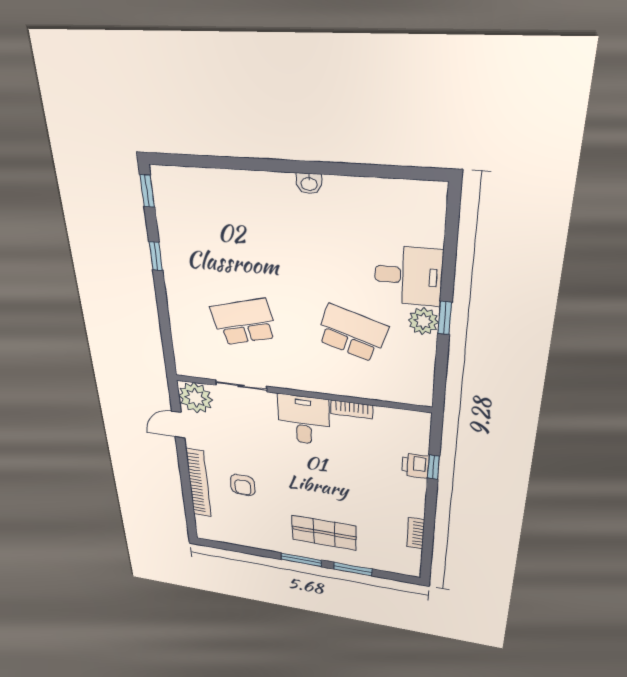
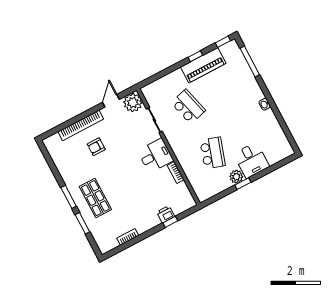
window: (207, 162) -> (250, 62), added
piano: (178, 252) -> (203, 65), added
door: (178, 425) -> (111, 101), hinge flipped

